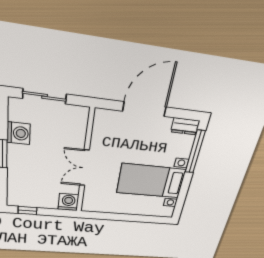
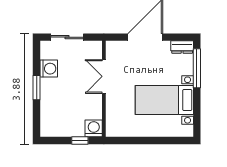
double door: (84, 168) -> (104, 76), moved
window: (28, 210) -> (80, 140), moved

